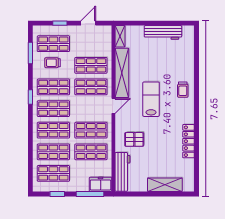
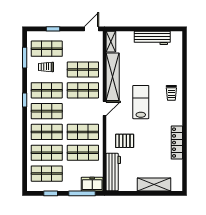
door: (88, 23) -> (91, 29), moved

